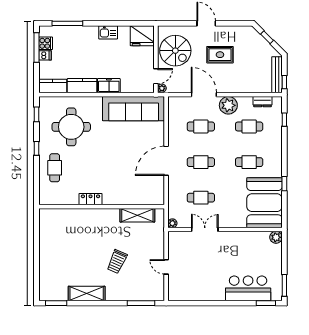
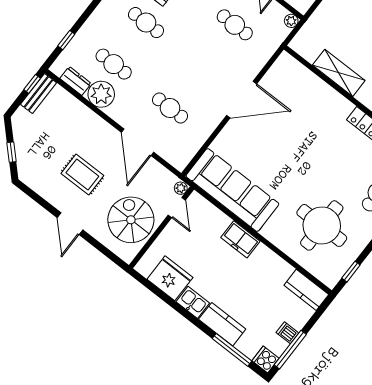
fridge: (142, 36) -> (170, 278), moved
cooker: (46, 43) -> (265, 360), moved
bench: (277, 75) -> (38, 93), width x0.73
door: (156, 76) -> (177, 208), swing flipped
kitchen counter: (82, 86) -> (222, 324), moved, turned 180
plant: (228, 105) -> (101, 94), moved
cafe table: (201, 162) -> (202, 66), removed
shelving: (137, 215) -> (339, 73), moved

